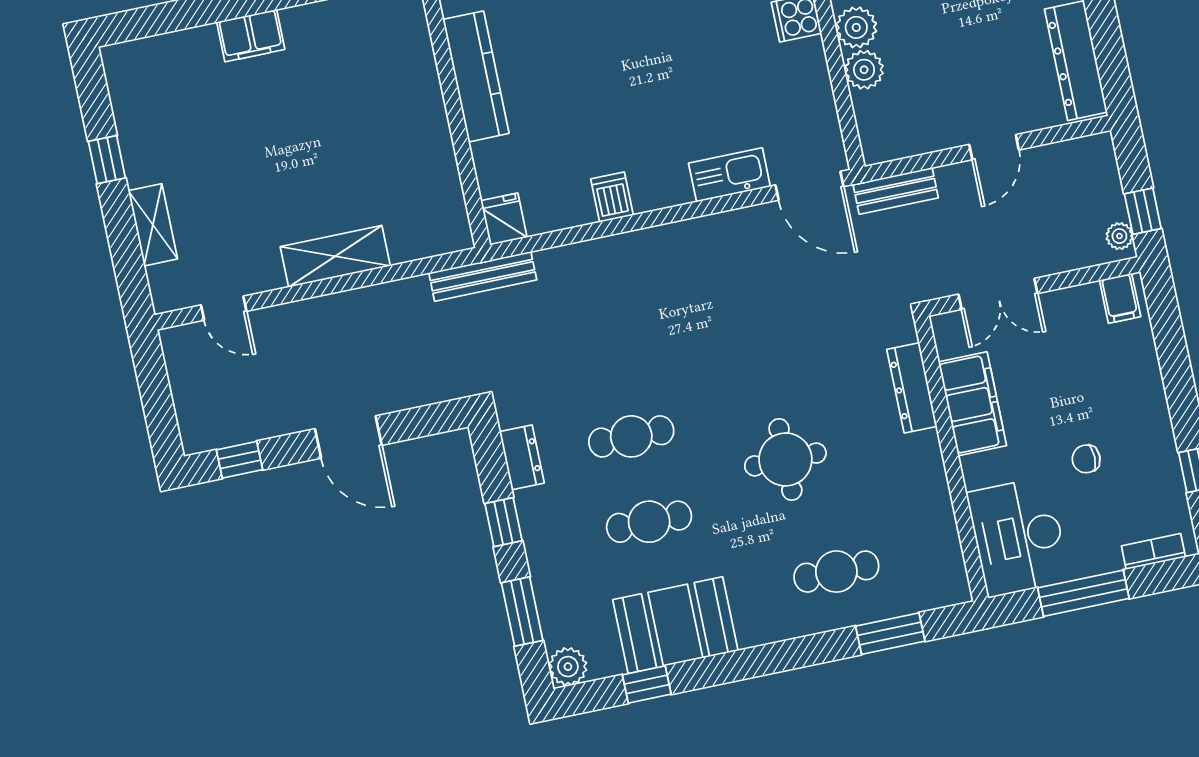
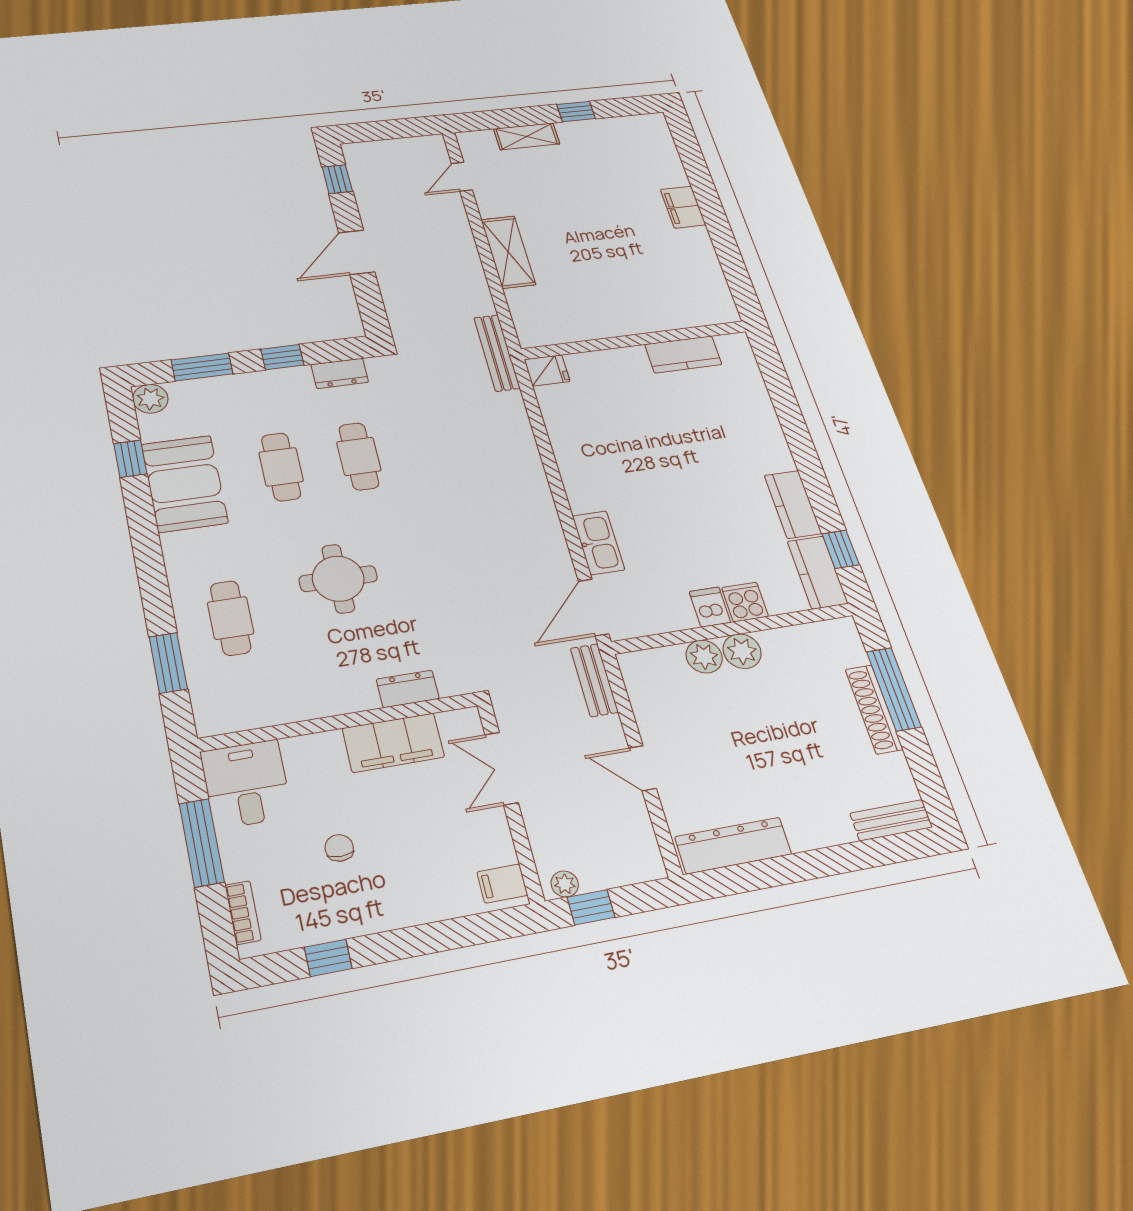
kitchen counter: (476, 76) -> (683, 354), width x0.67
dishwasher: (612, 197) -> (710, 607), moved, turned -90
dresser: (912, 388) -> (408, 689), width x0.70
desk: (1018, 537) -> (246, 784), width x0.73

